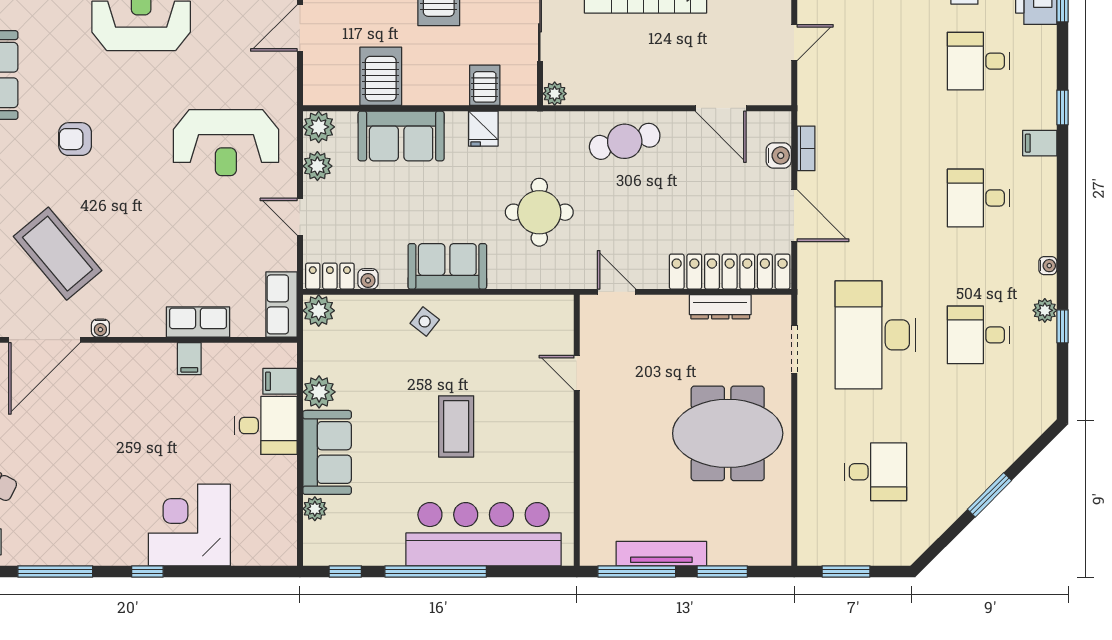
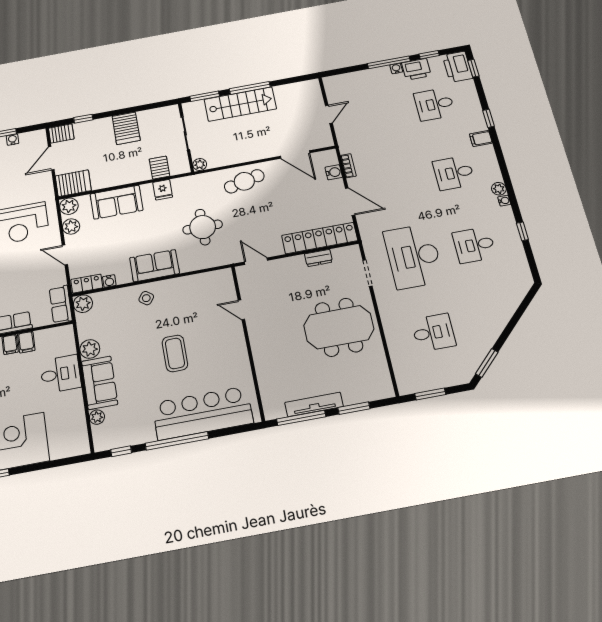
server rack: (381, 76) -> (73, 183), moved, turned 90
dresser: (720, 307) -> (318, 258), width x0.70
plant: (1045, 310) -> (499, 189), moved
filing cabinet: (280, 381) -> (26, 342), moved, turned -90
window: (989, 495) -> (487, 363), moved

